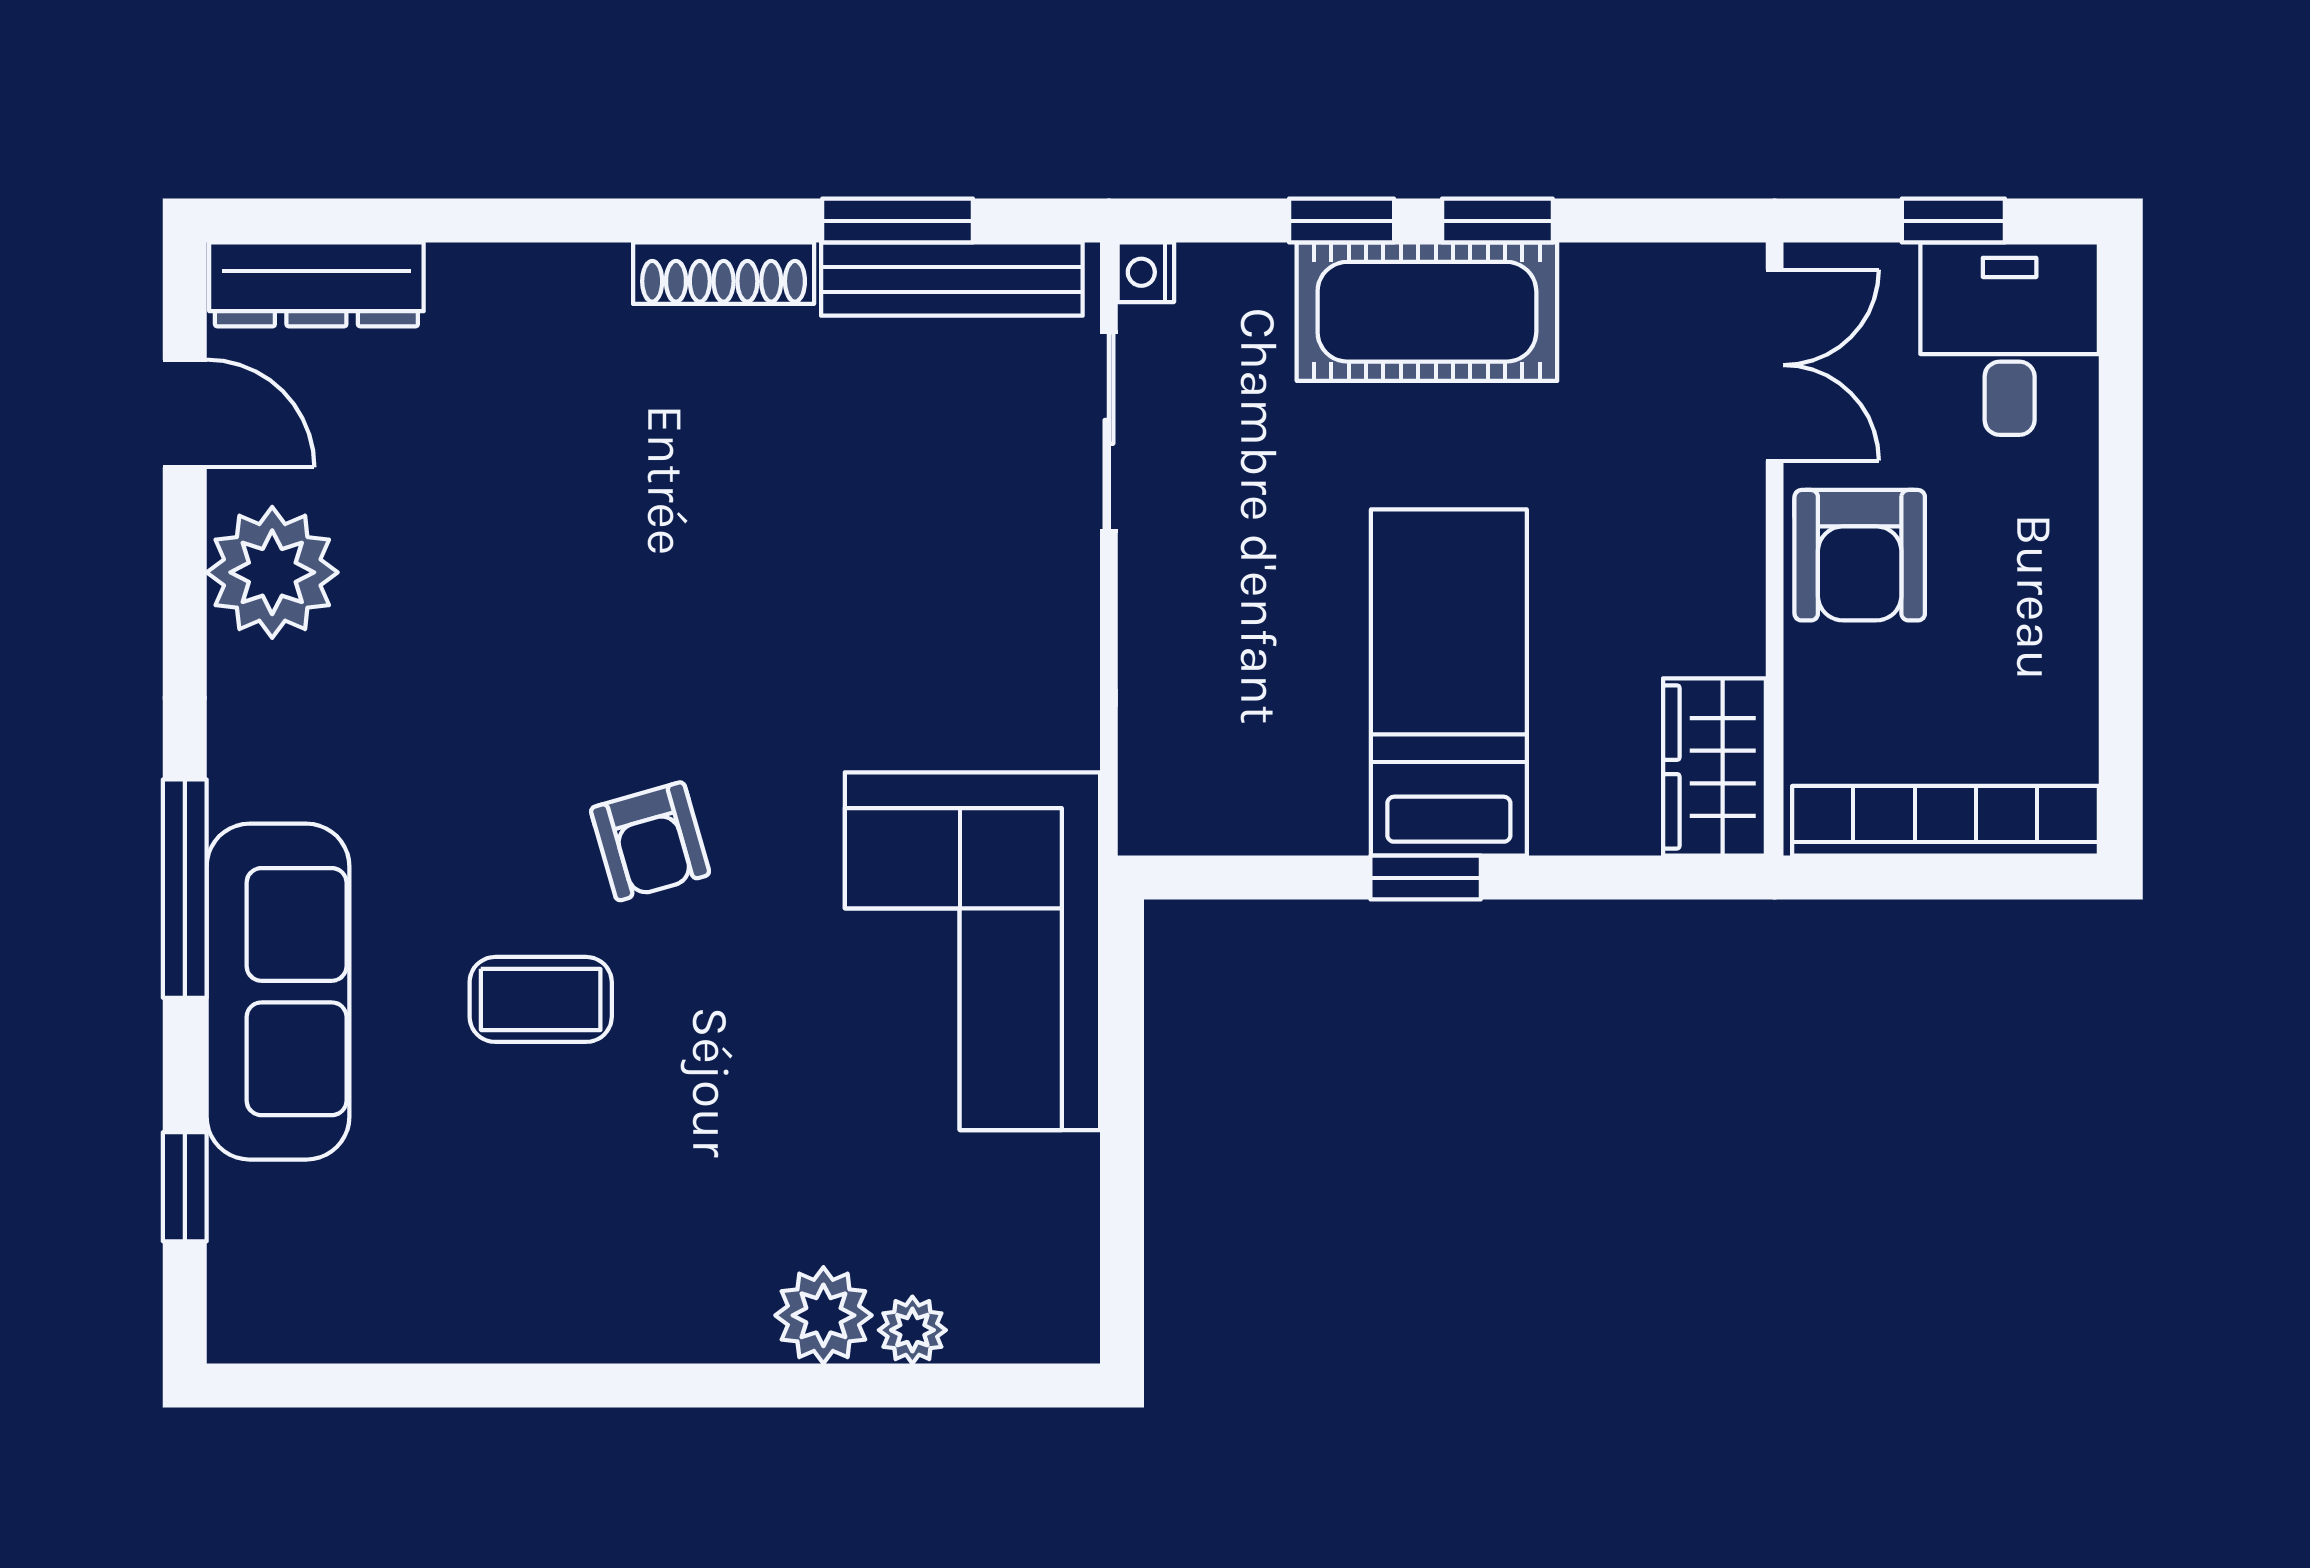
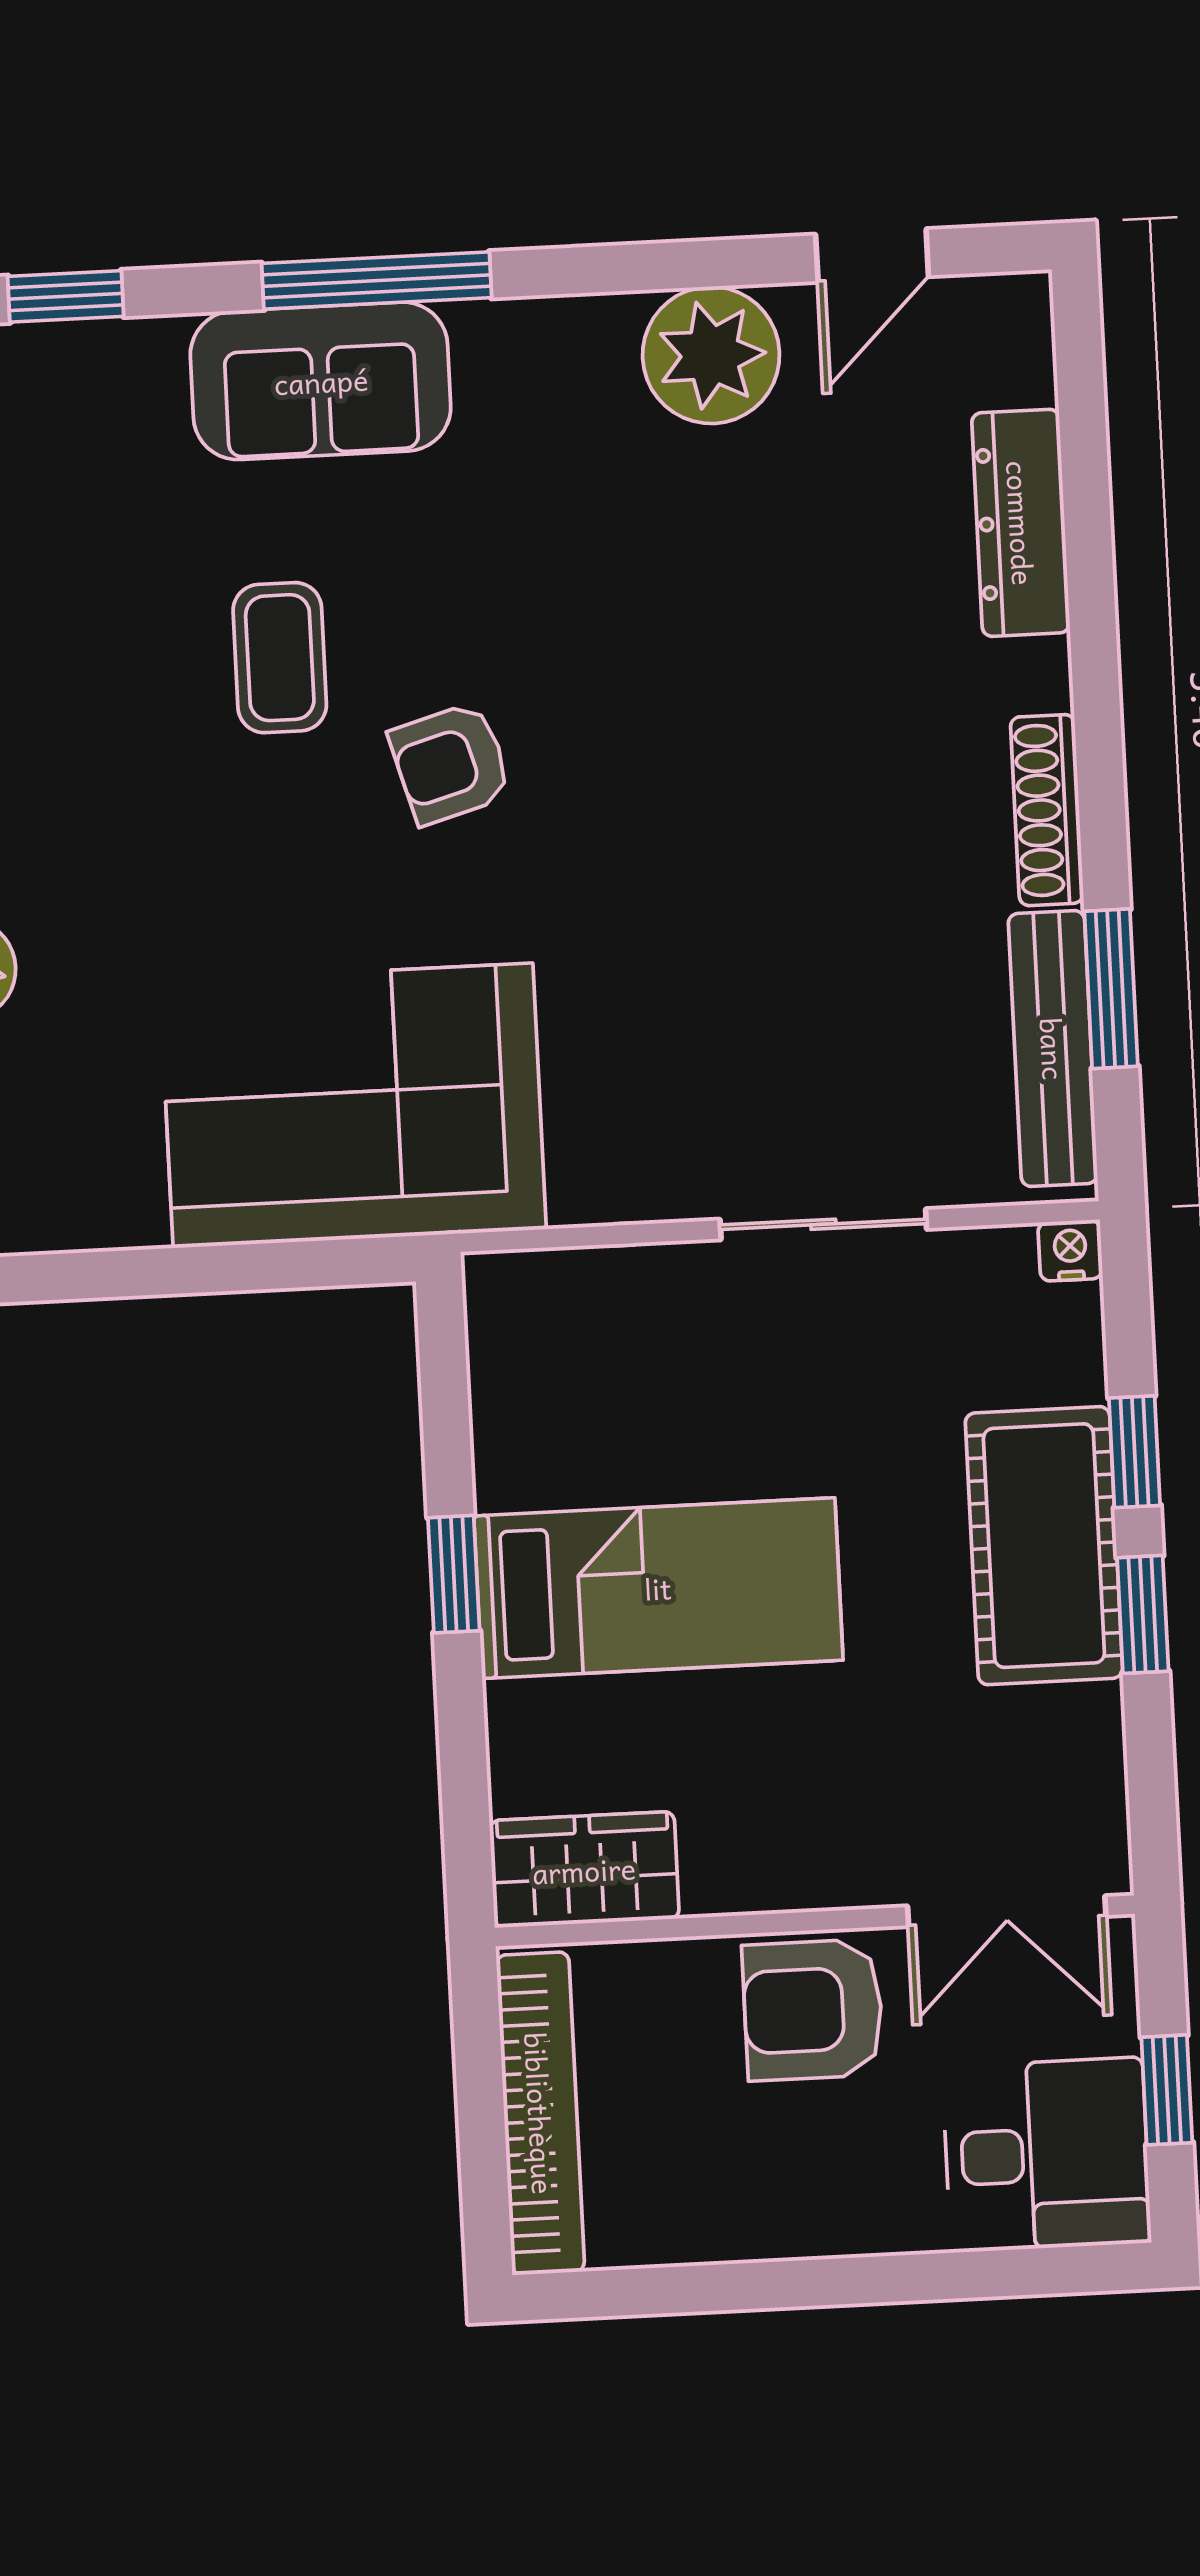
dresser: (316, 284) -> (1021, 523), moved
sliding door: (1109, 432) -> (823, 1224), moved
sofa: (278, 992) -> (321, 381), width x0.73

